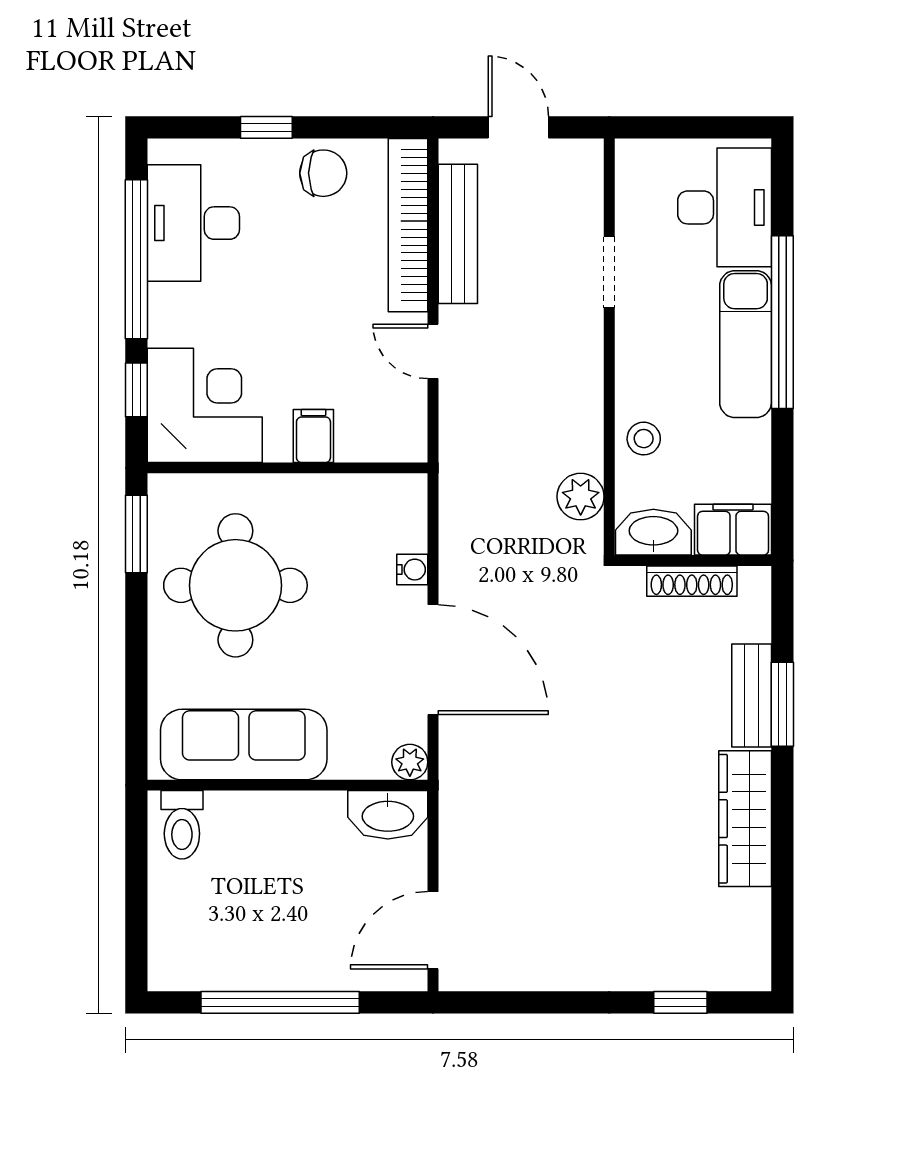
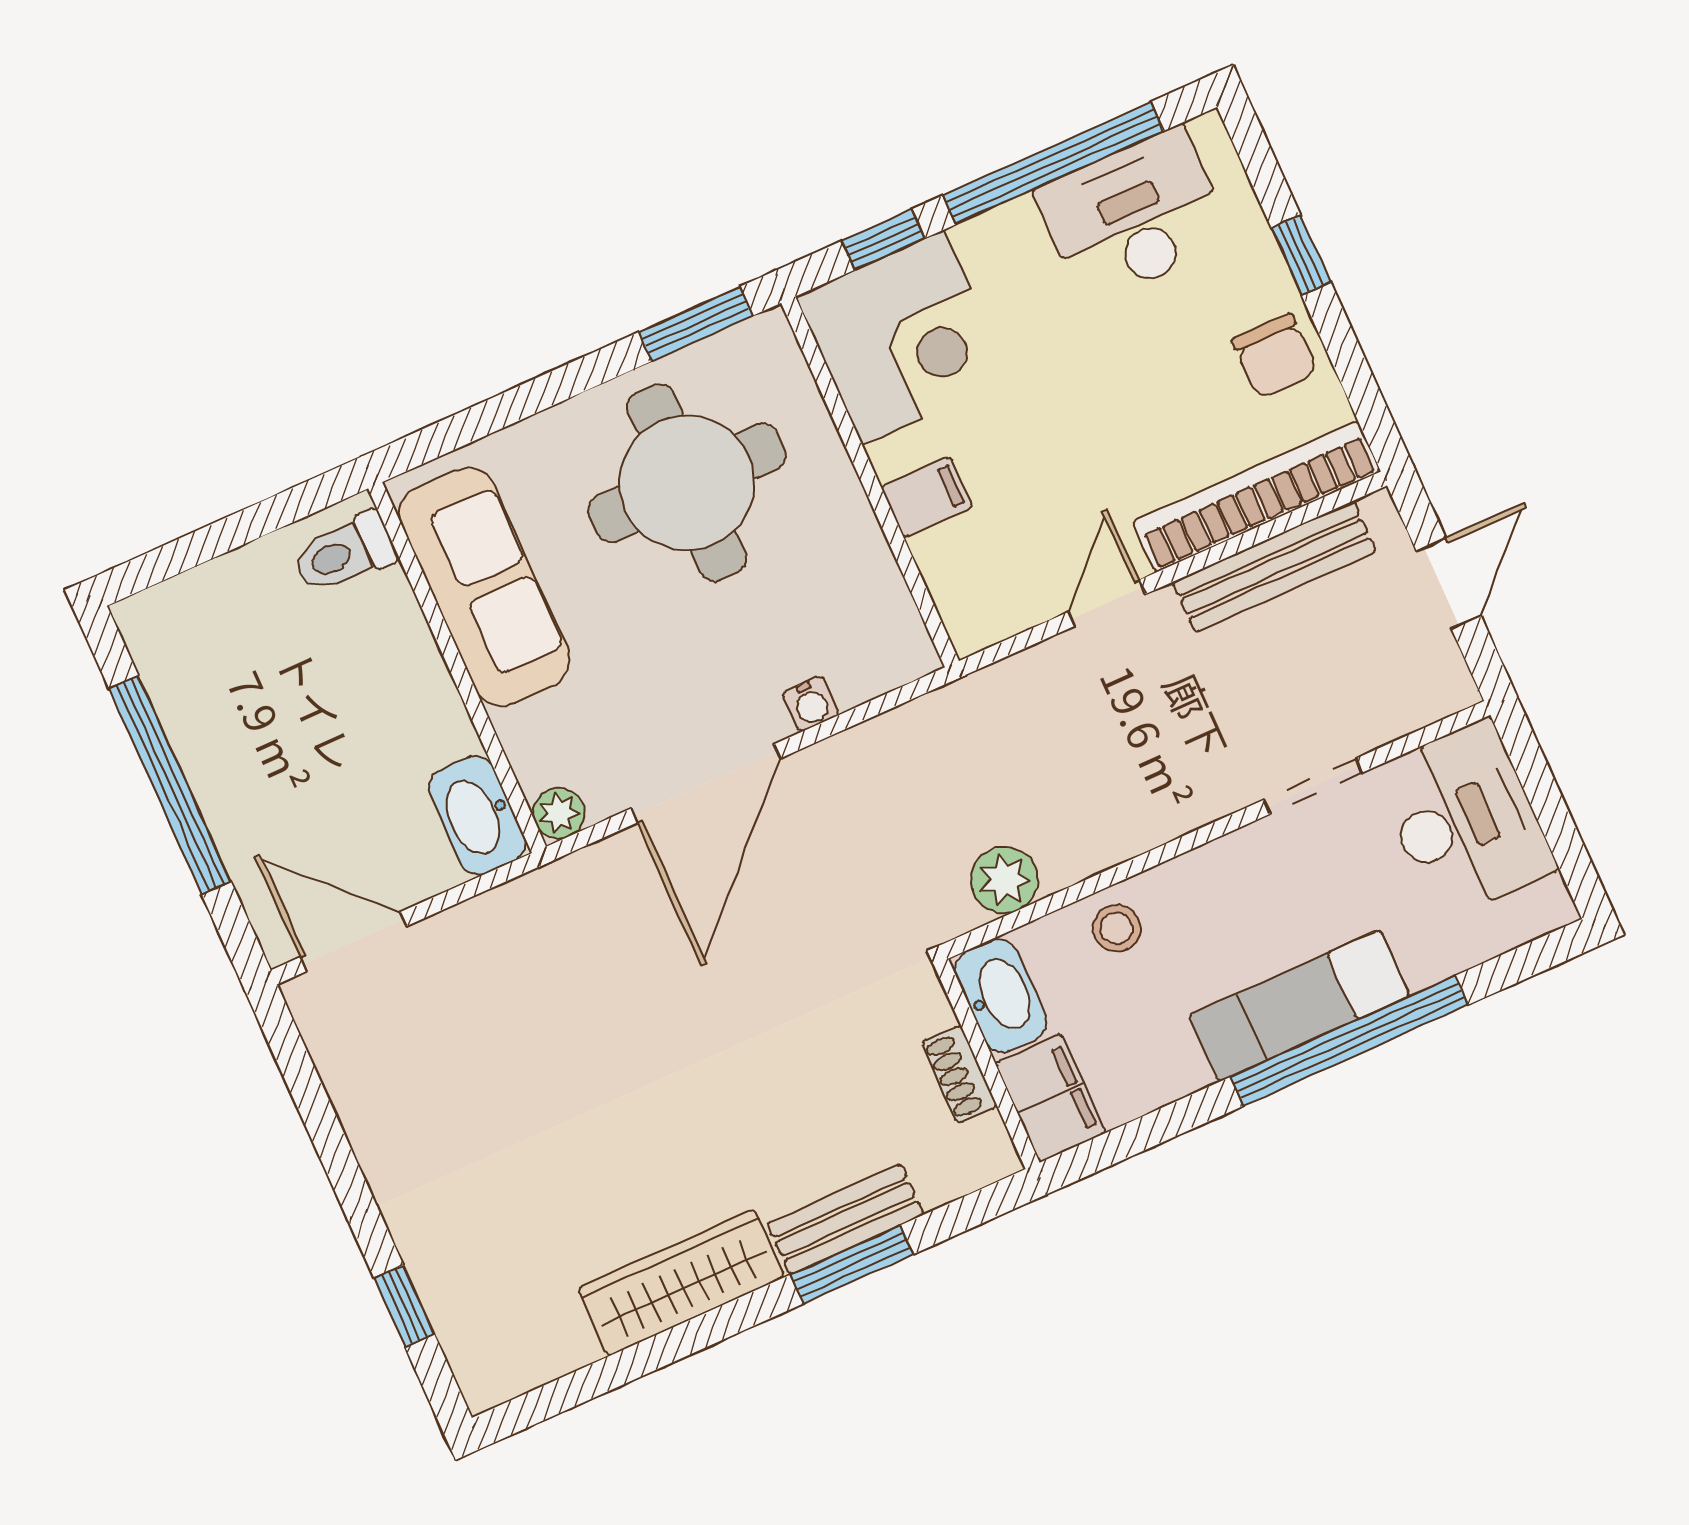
desk: (725, 207) -> (1464, 820), moved, turned -90
shoe rack: (692, 581) -> (959, 1074), width x0.70

